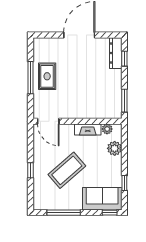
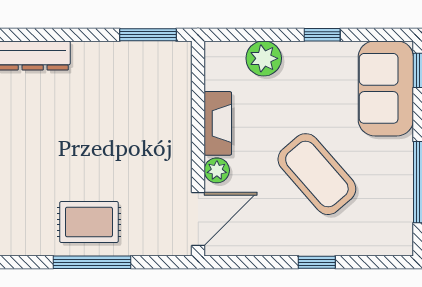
window: (124, 59) -> (46, 35), removed
plant: (107, 129) -> (217, 170), moved
window: (124, 183) -> (322, 35), moved

